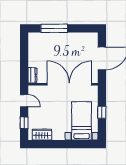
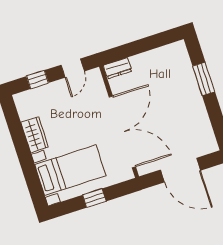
window: (54, 28) -> (204, 79), width x0.69
wardrobe: (42, 135) -> (35, 135), moved

